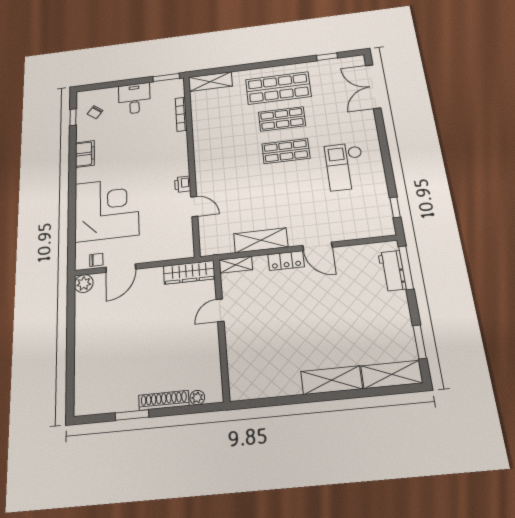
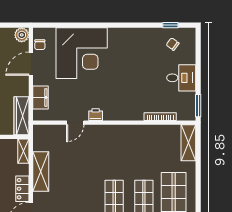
filing cabinet: (85, 154) -> (41, 97), moved, turned -90
door: (121, 268) -> (31, 64), hinge flipped

